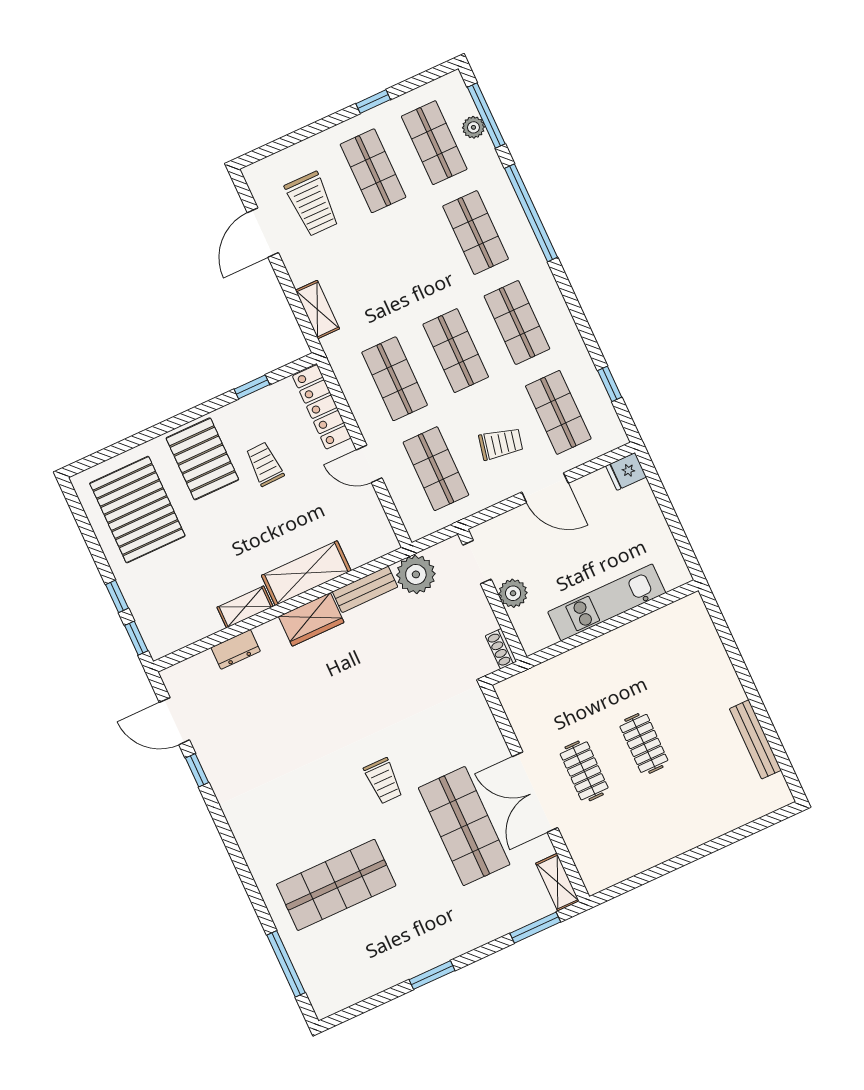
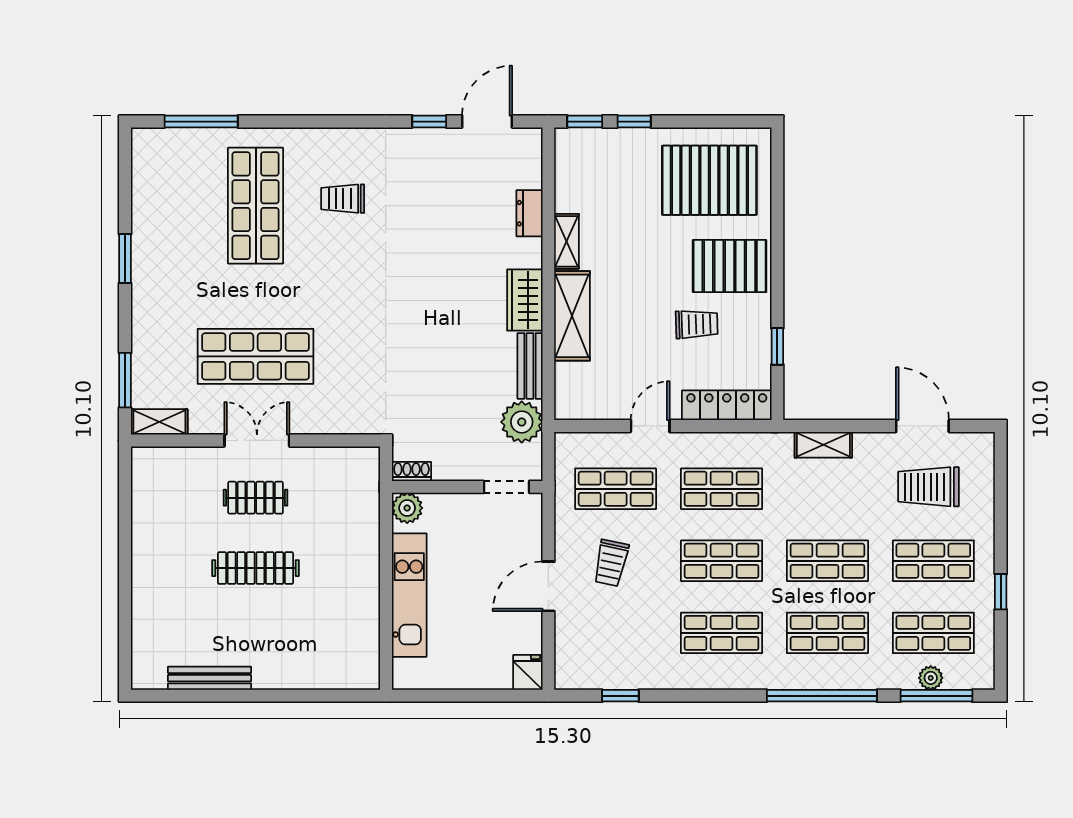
shop shelf: (558, 412) -> (827, 561), moved
plant: (513, 593) -> (407, 508), moved
clothes rail: (644, 743) -> (256, 568), width x1.36
trolley: (383, 781) -> (343, 199), moved
double door: (535, 792) -> (257, 440), width x0.73

